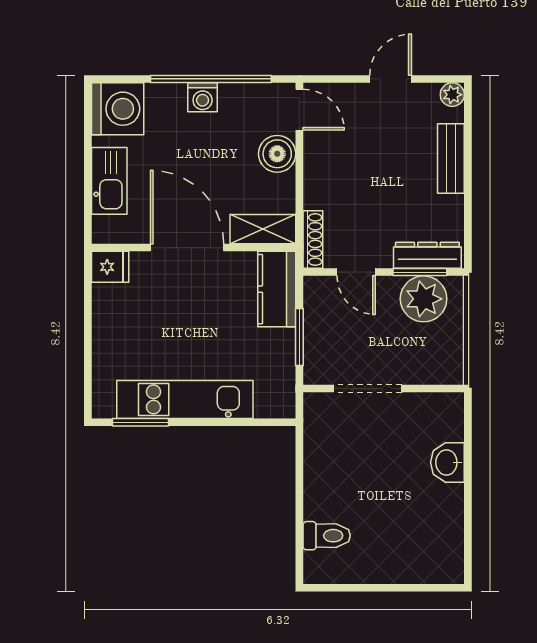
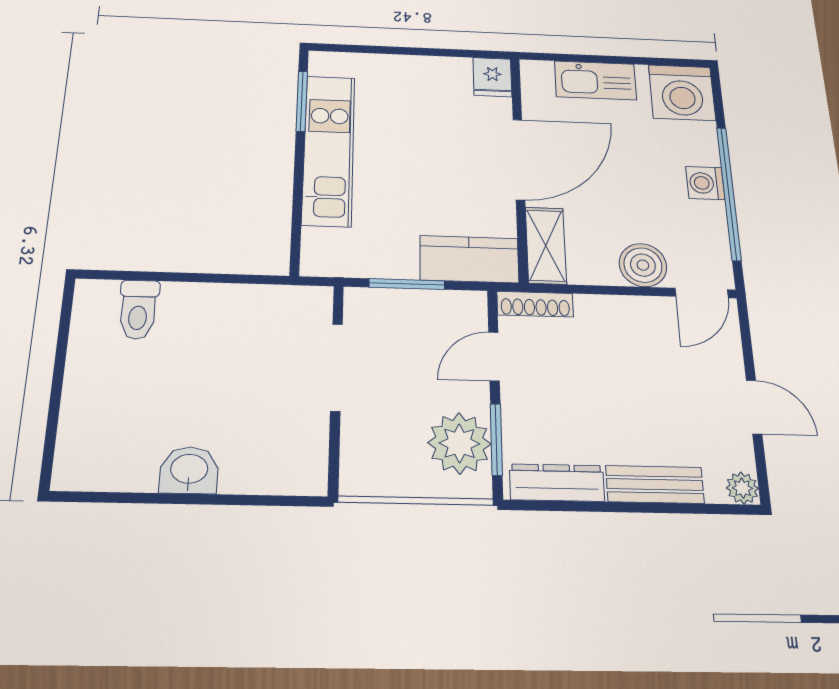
dresser: (427, 255) -> (557, 483), moved, turned -90
washbasin: (447, 462) -> (189, 470), moved

